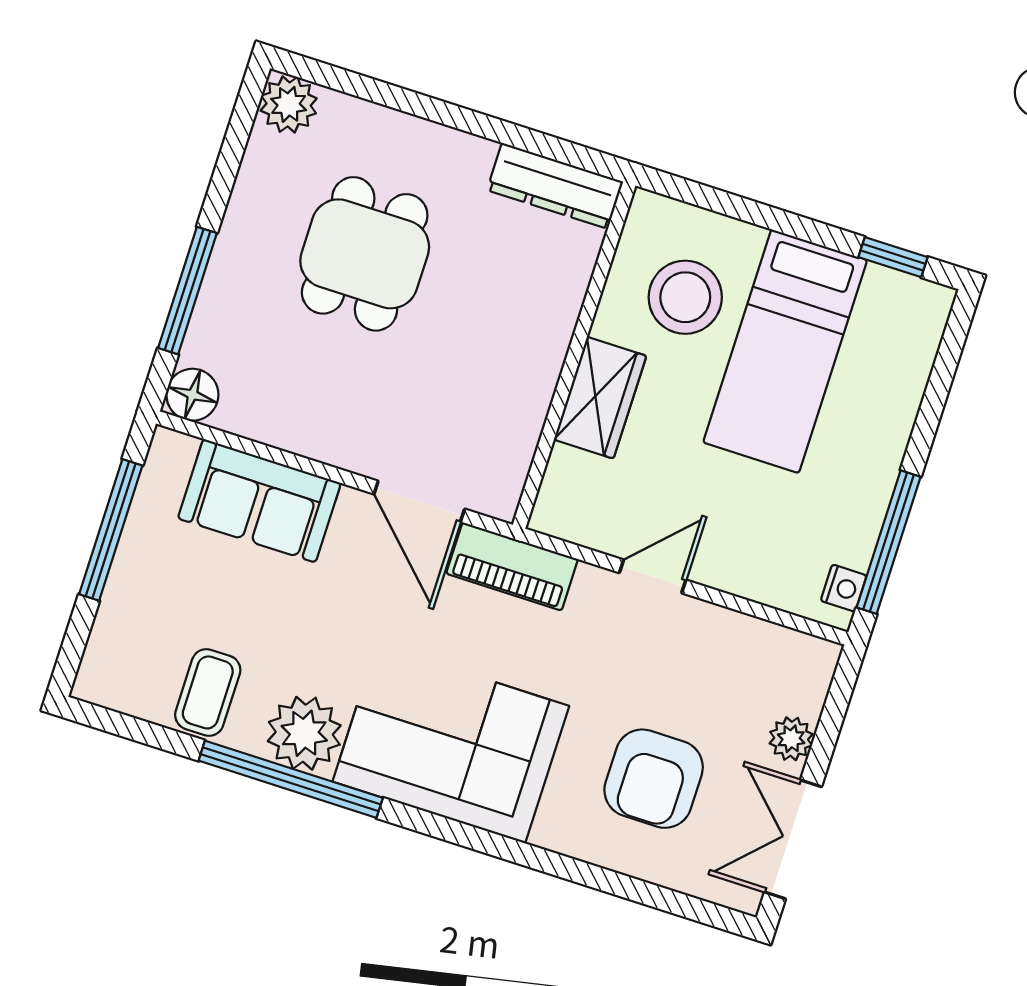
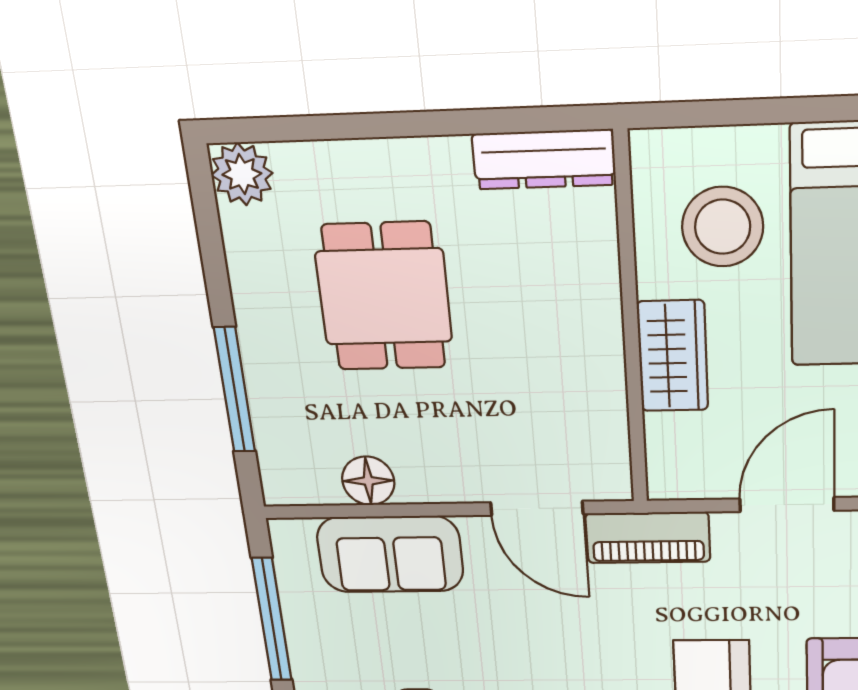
floor lamp: (192, 395) -> (368, 481), moved
door: (653, 576) -> (787, 505), width x1.38

